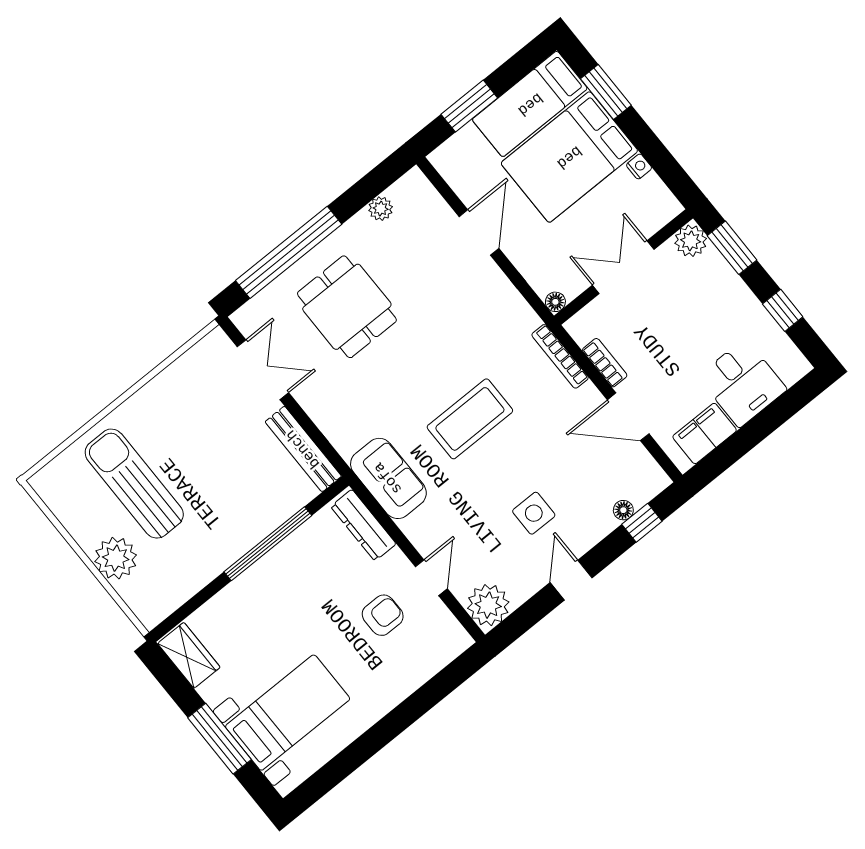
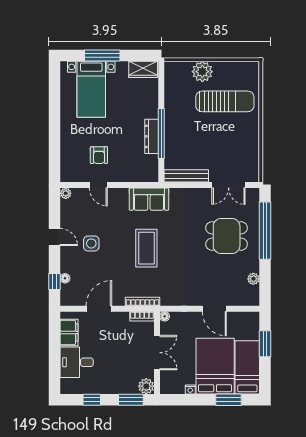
bookcase: (605, 363) -> (142, 316), moved
dresser: (363, 525) -> (152, 136), moved, turned -90
plant: (488, 605) -> (66, 193), width x0.53, depth x0.53

